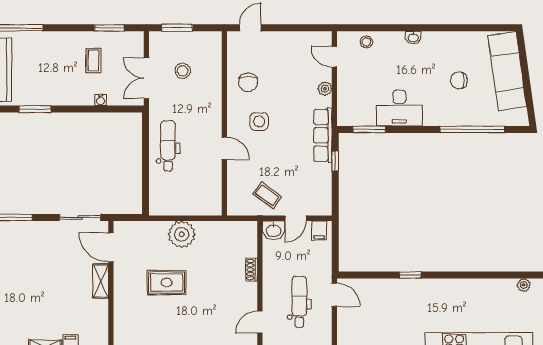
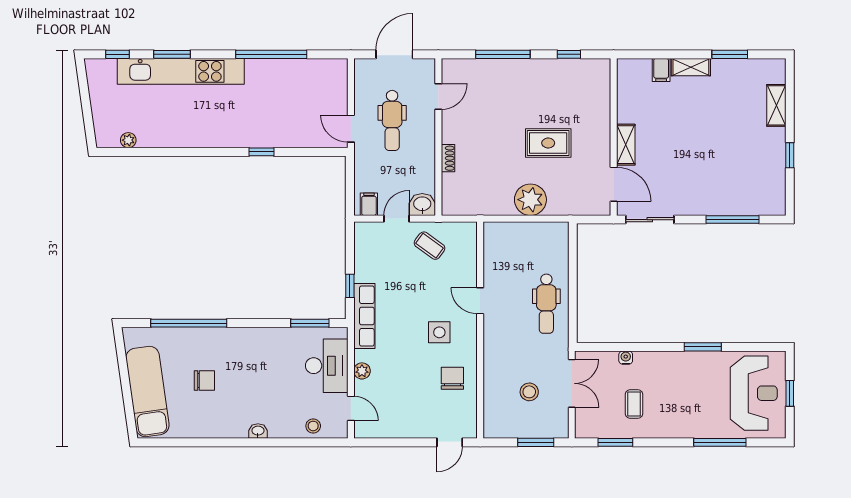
desk: (399, 108) -> (327, 366), moved, turned 90

